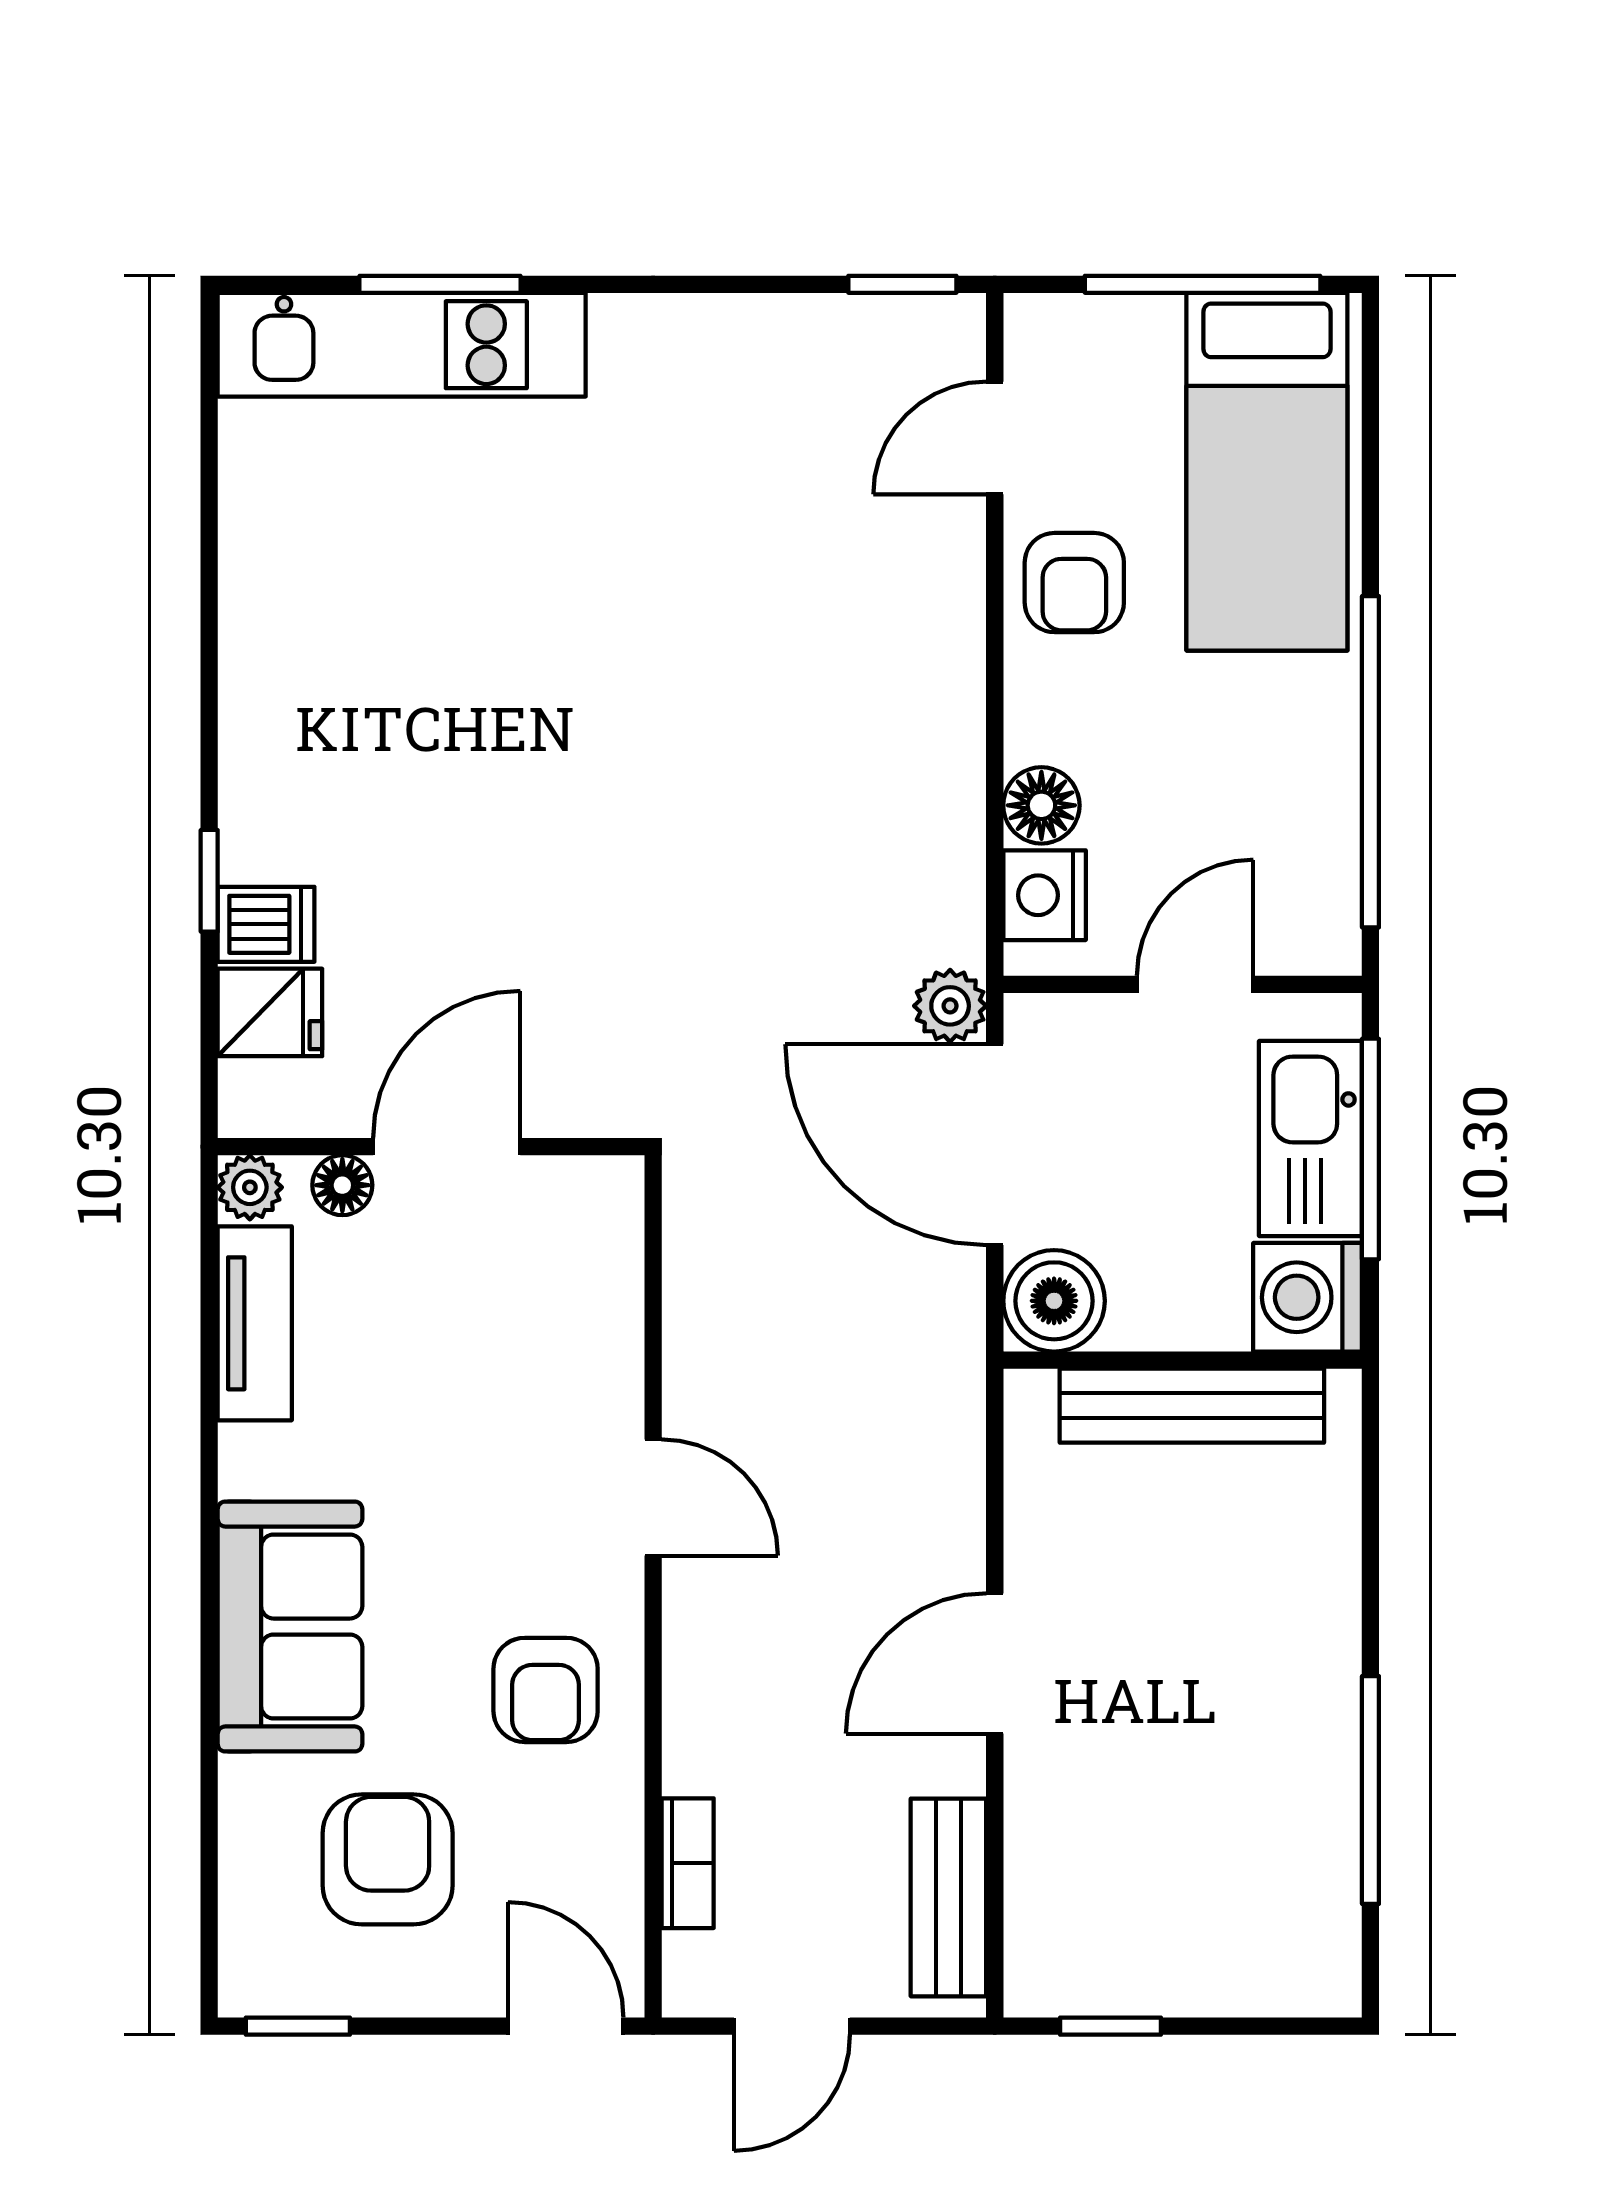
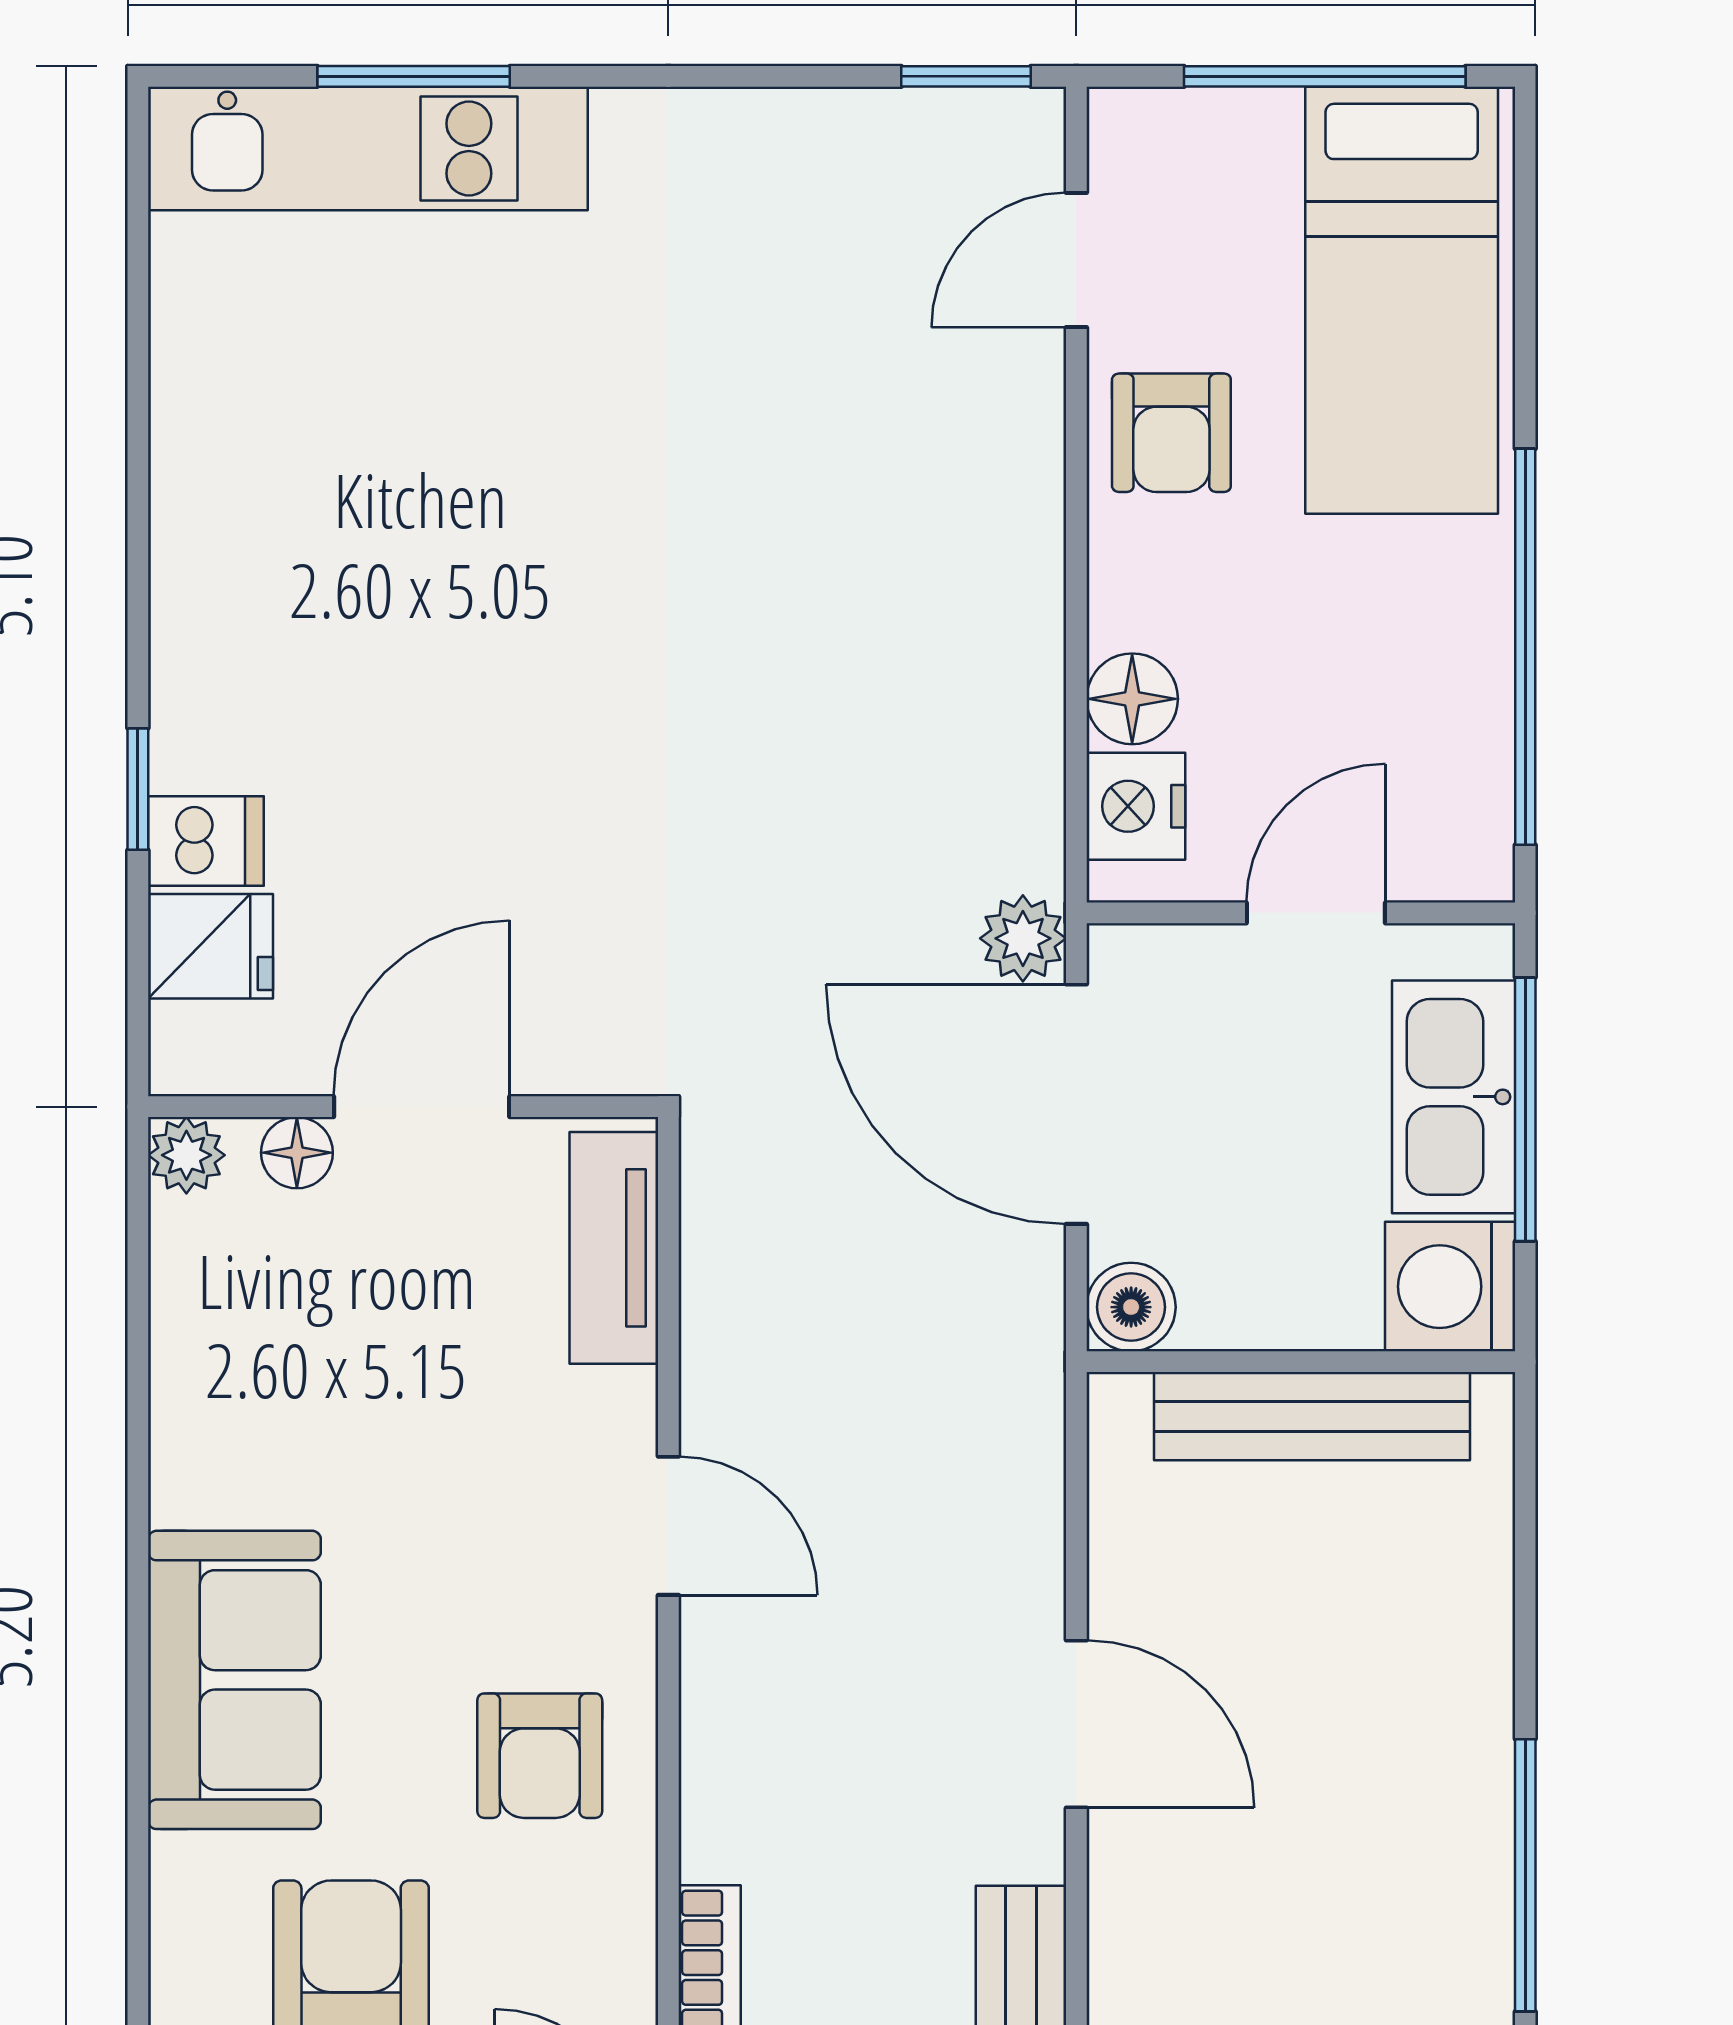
boiler: (1054, 1301) -> (1131, 1307), width x0.73, depth x0.73
tv unit: (255, 1323) -> (614, 1248), moved, turned 180
door: (995, 1663) -> (1076, 1724), swing flipped

